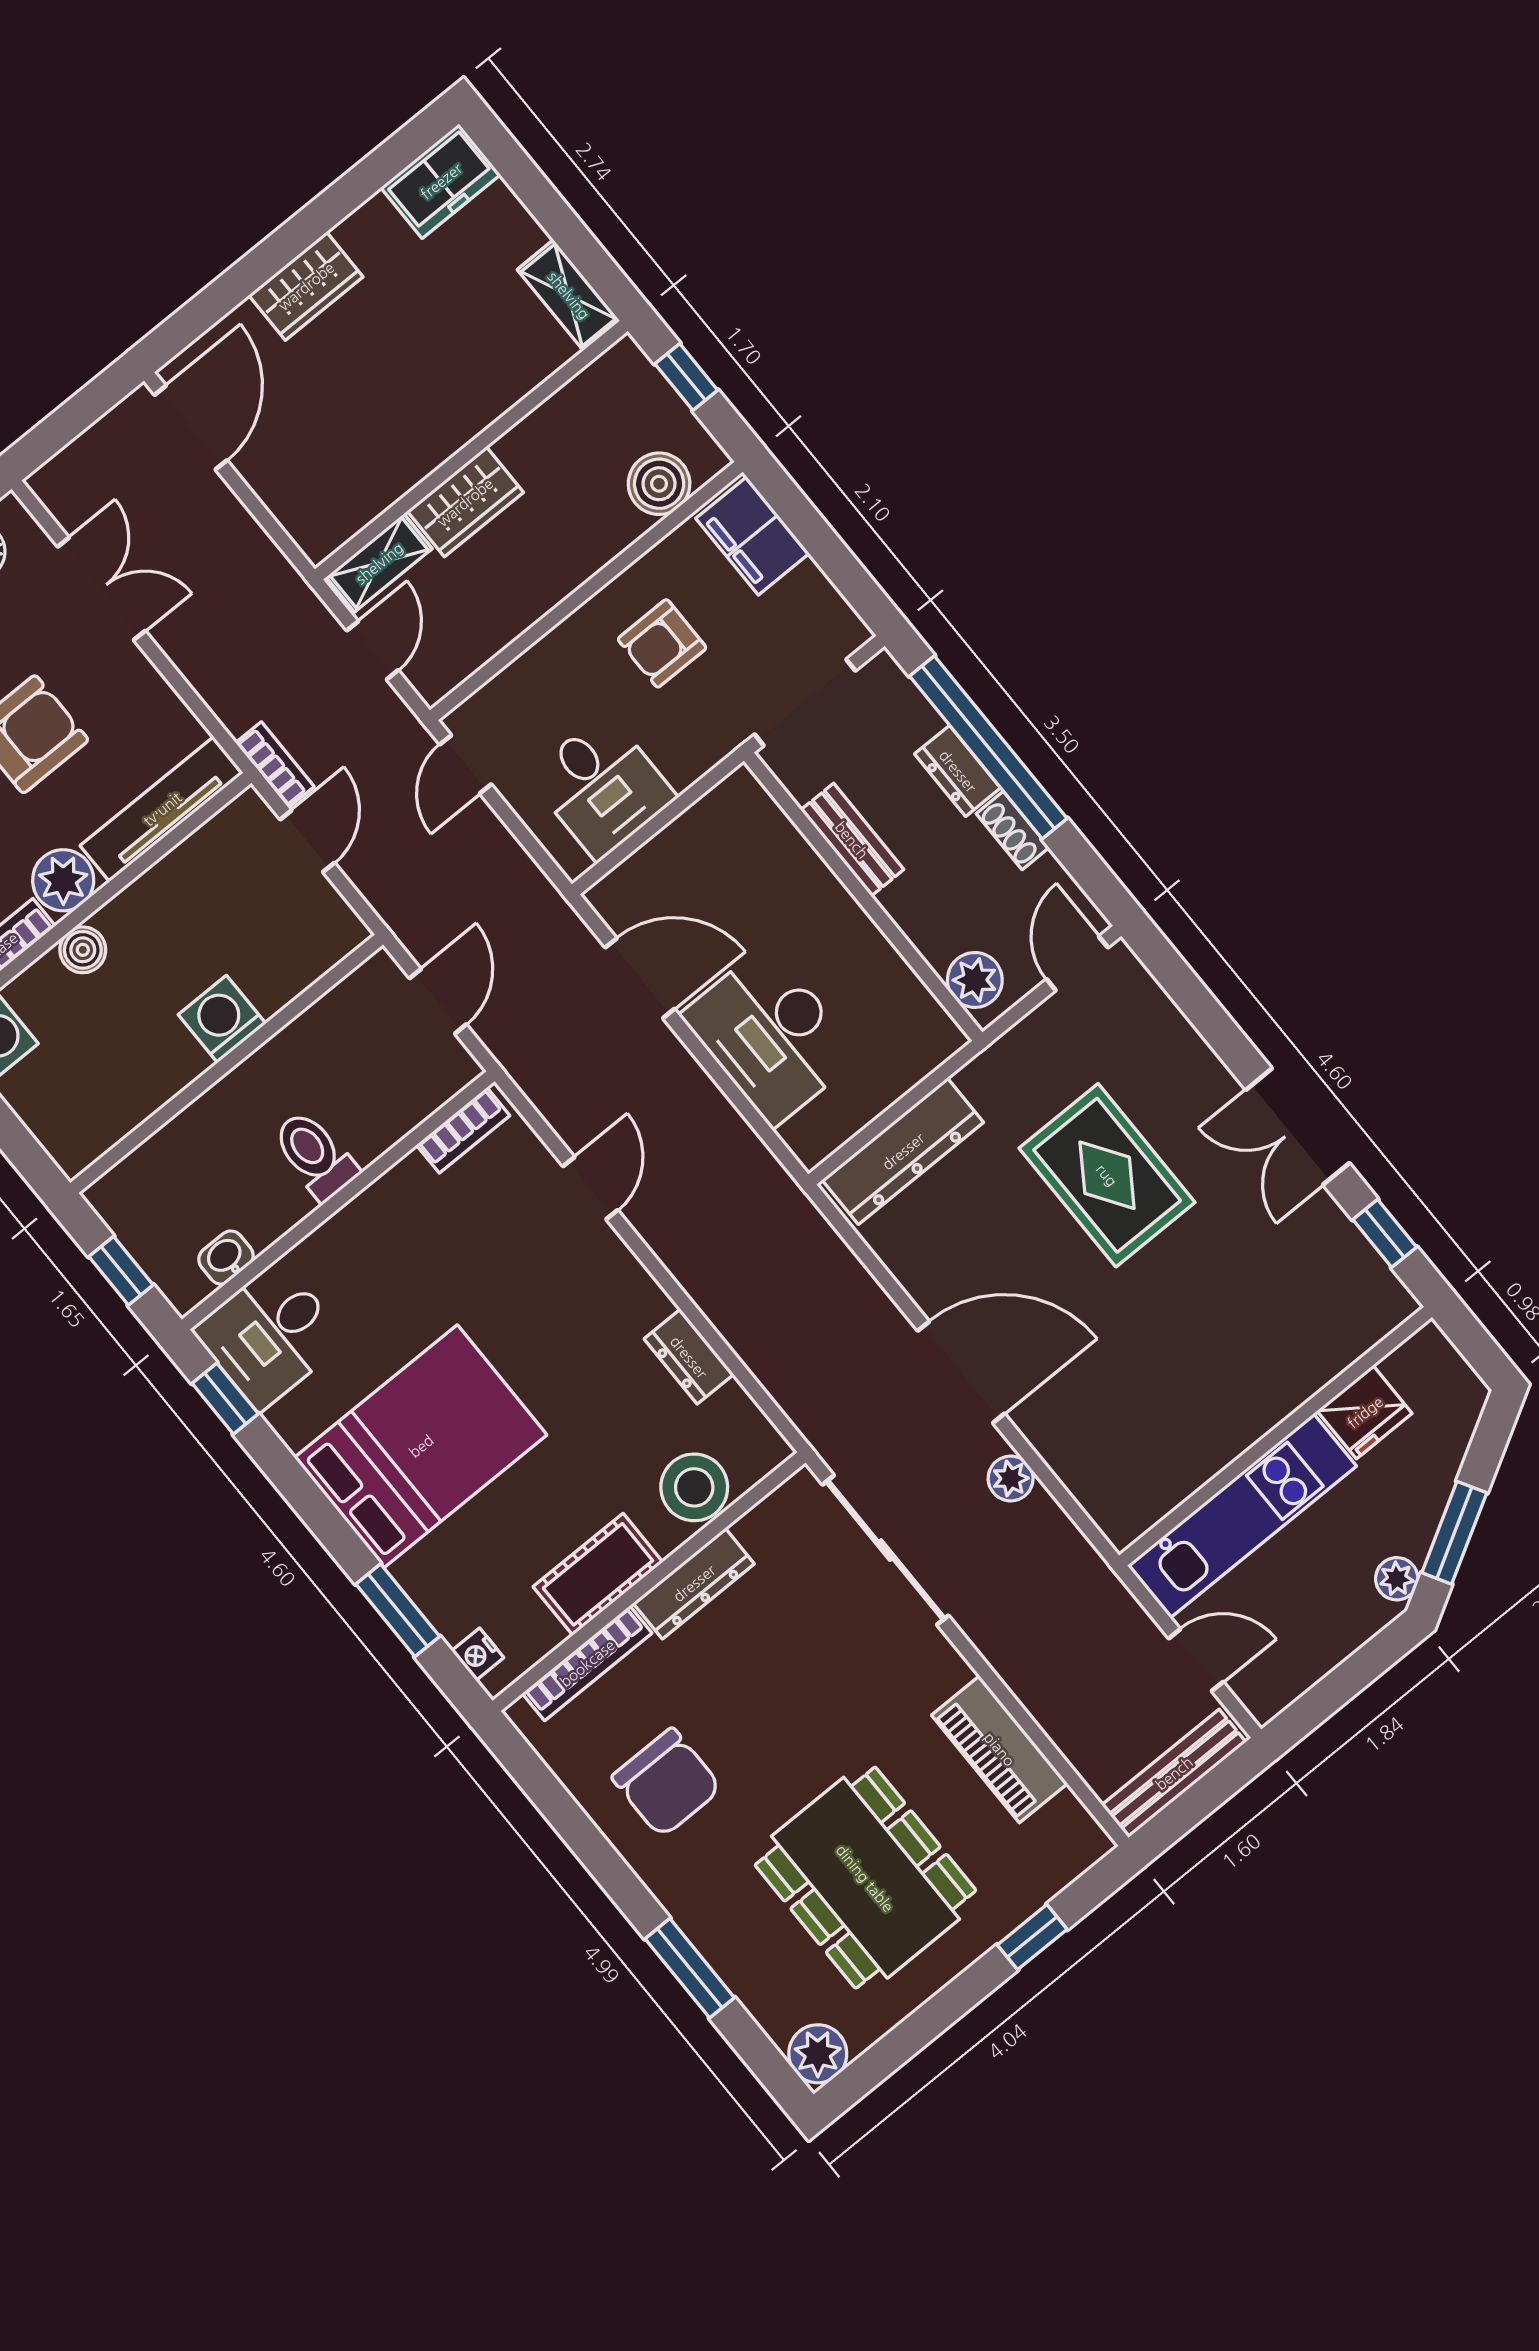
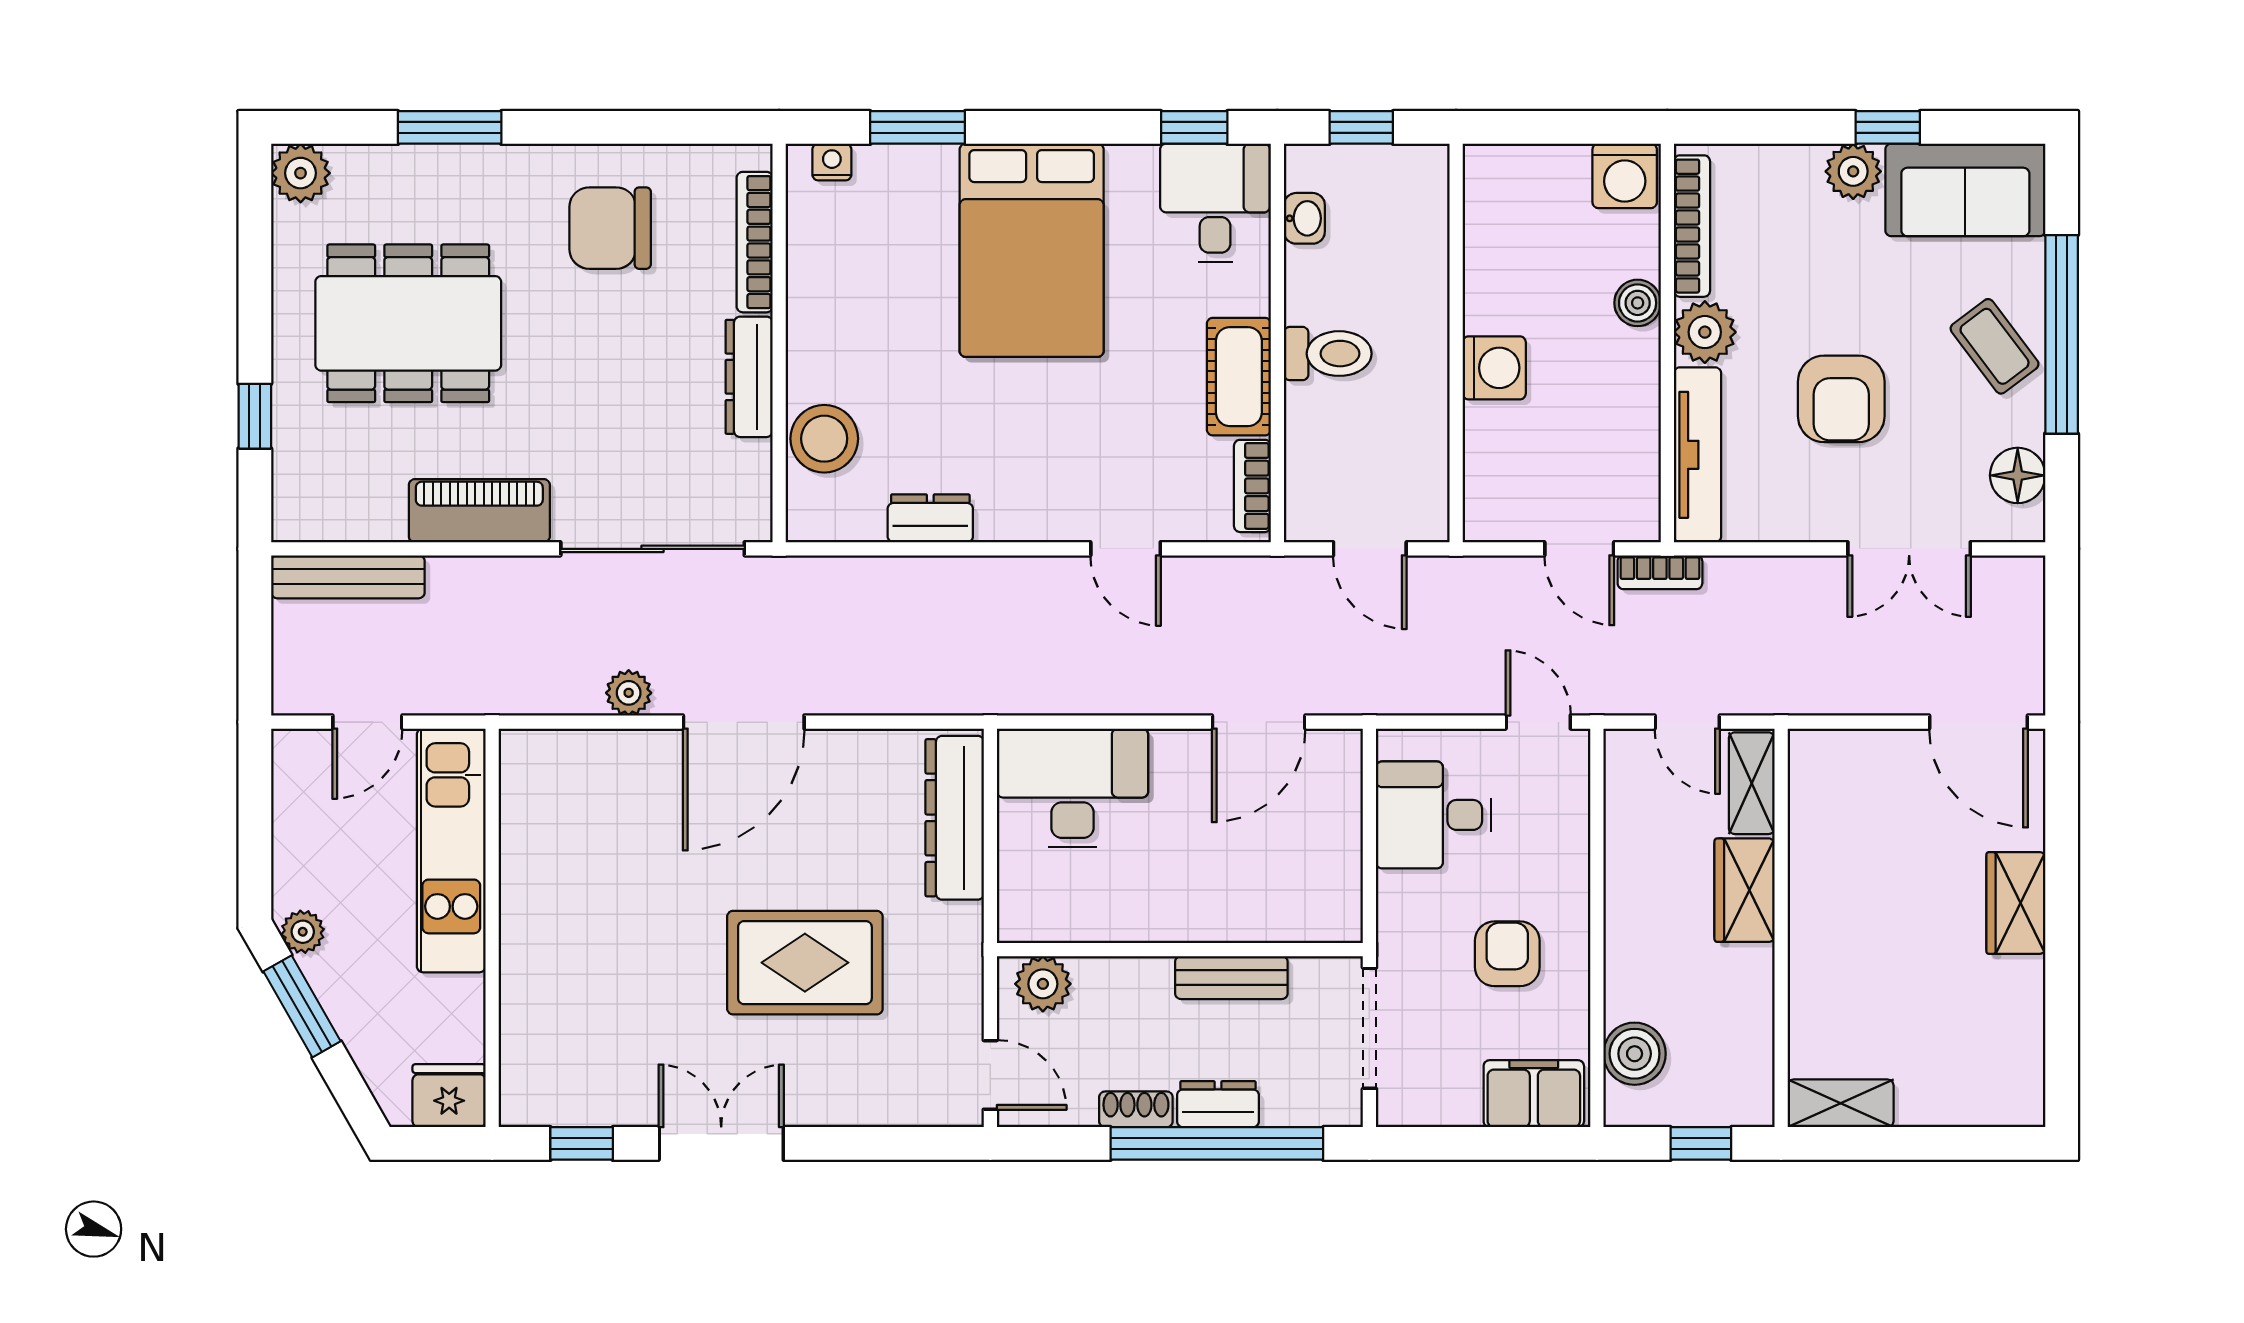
freezer: (441, 181) -> (2012, 1076), removed
desk: (771, 1035) -> (1072, 788), moved
fridge: (1365, 1412) -> (449, 1096), moved, turned 90
cot: (598, 1574) -> (1239, 377), moved
piano: (1000, 1749) -> (479, 511), moved
bench: (1174, 1773) -> (348, 577), moved, turned 90

